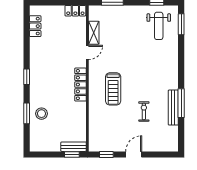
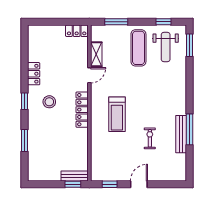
locker: (35, 26) -> (34, 74), moved
exercise mat: (133, 27) -> (138, 48), added
stool: (41, 114) -> (49, 102), moved

